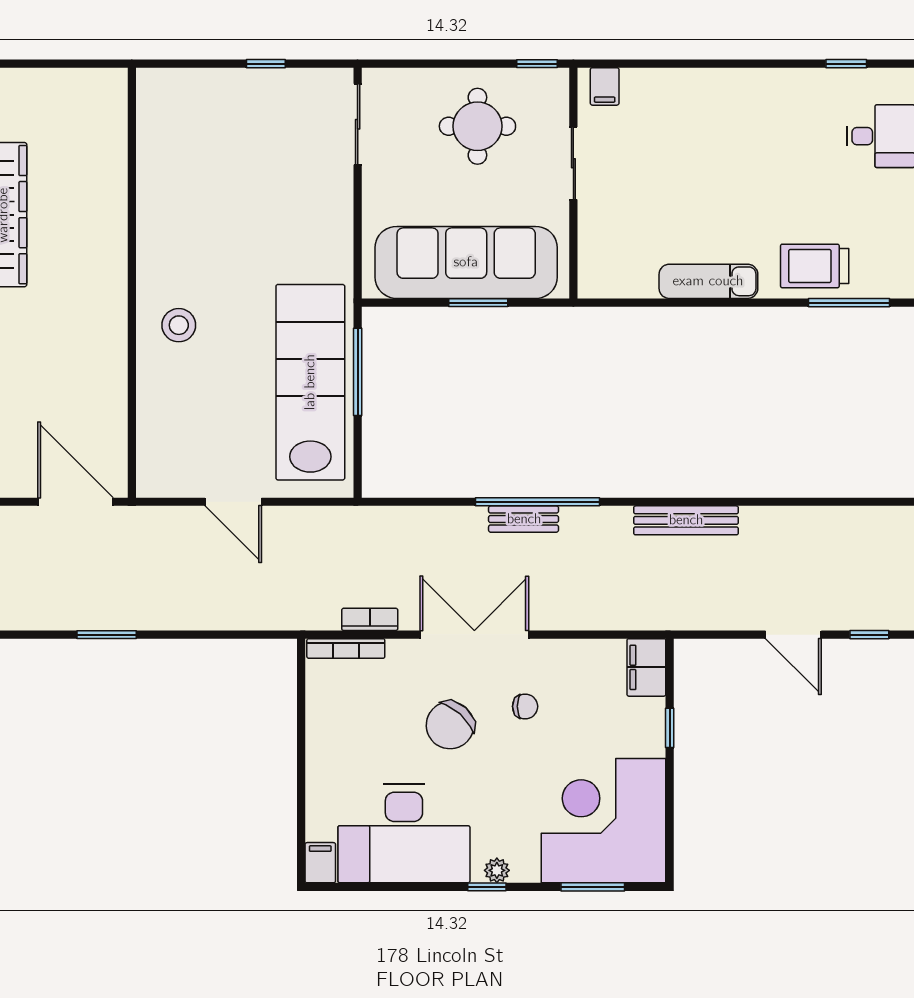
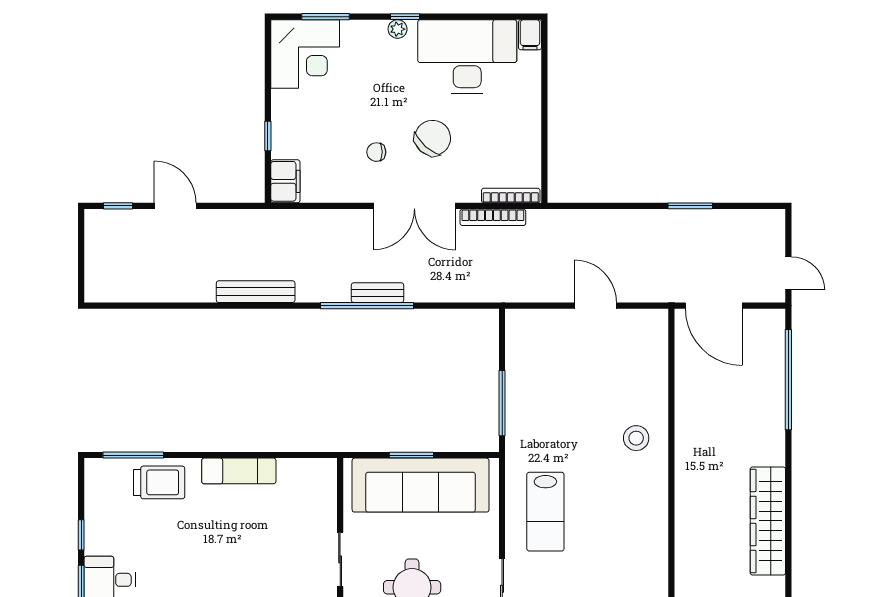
lab bench: (310, 382) -> (545, 512), moved, width x0.54, depth x0.72
bookcase: (370, 619) -> (493, 217), width x1.56
corner desk: (603, 821) -> (305, 54), width x0.74, depth x0.74

